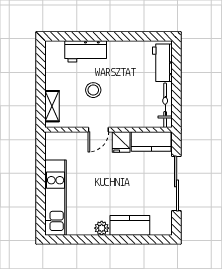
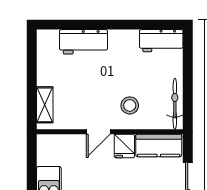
workbench: (162, 63) -> (161, 41), moved, turned -90
stool: (93, 90) -> (130, 105), moved

